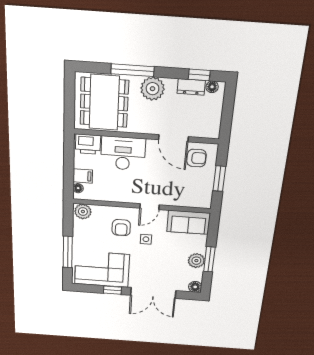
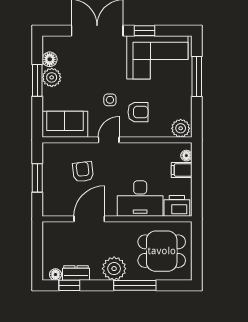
dining table: (104, 102) -> (162, 251), width x0.73
door: (173, 138) -> (89, 219), hinge flipped
armchair: (197, 158) -> (83, 172), moved, turned 83
armchair: (121, 228) -> (138, 112), turned 90
floor lamp: (195, 287) -> (50, 59), moved

